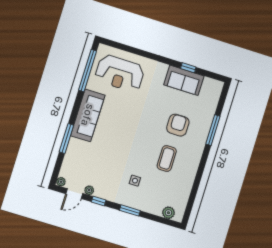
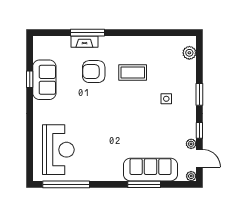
sofa: (88, 115) -> (150, 170), moved
fireplace: (206, 125) -> (84, 42), added

